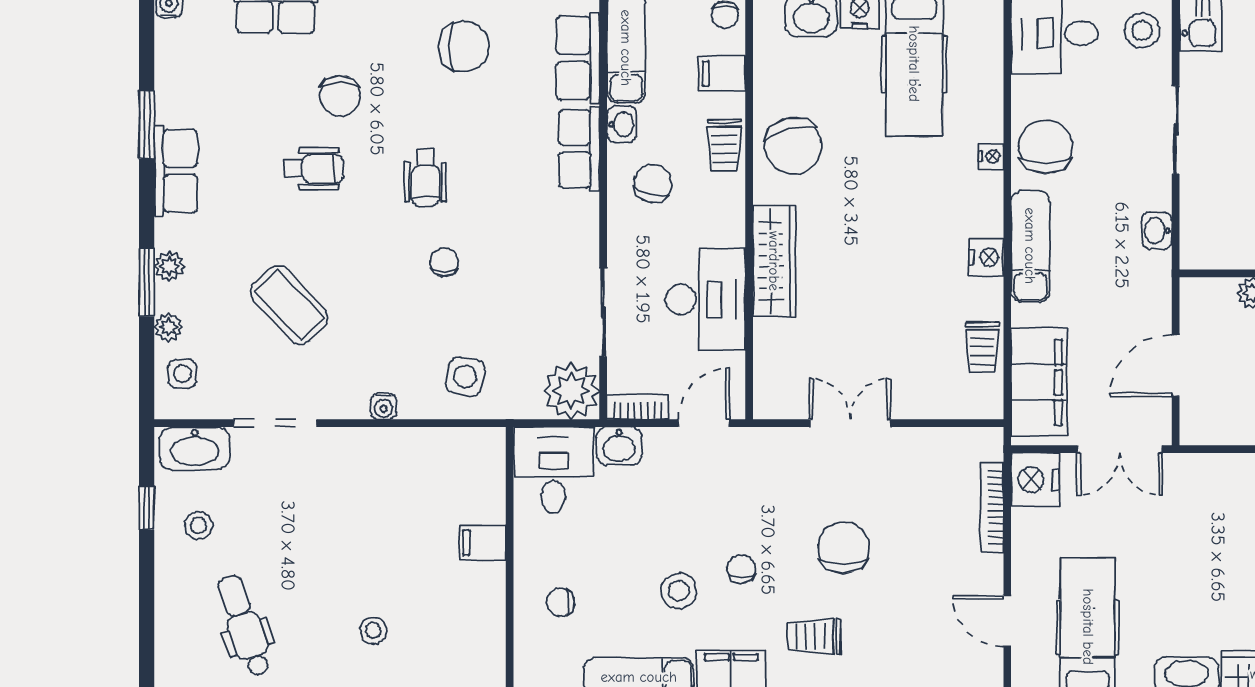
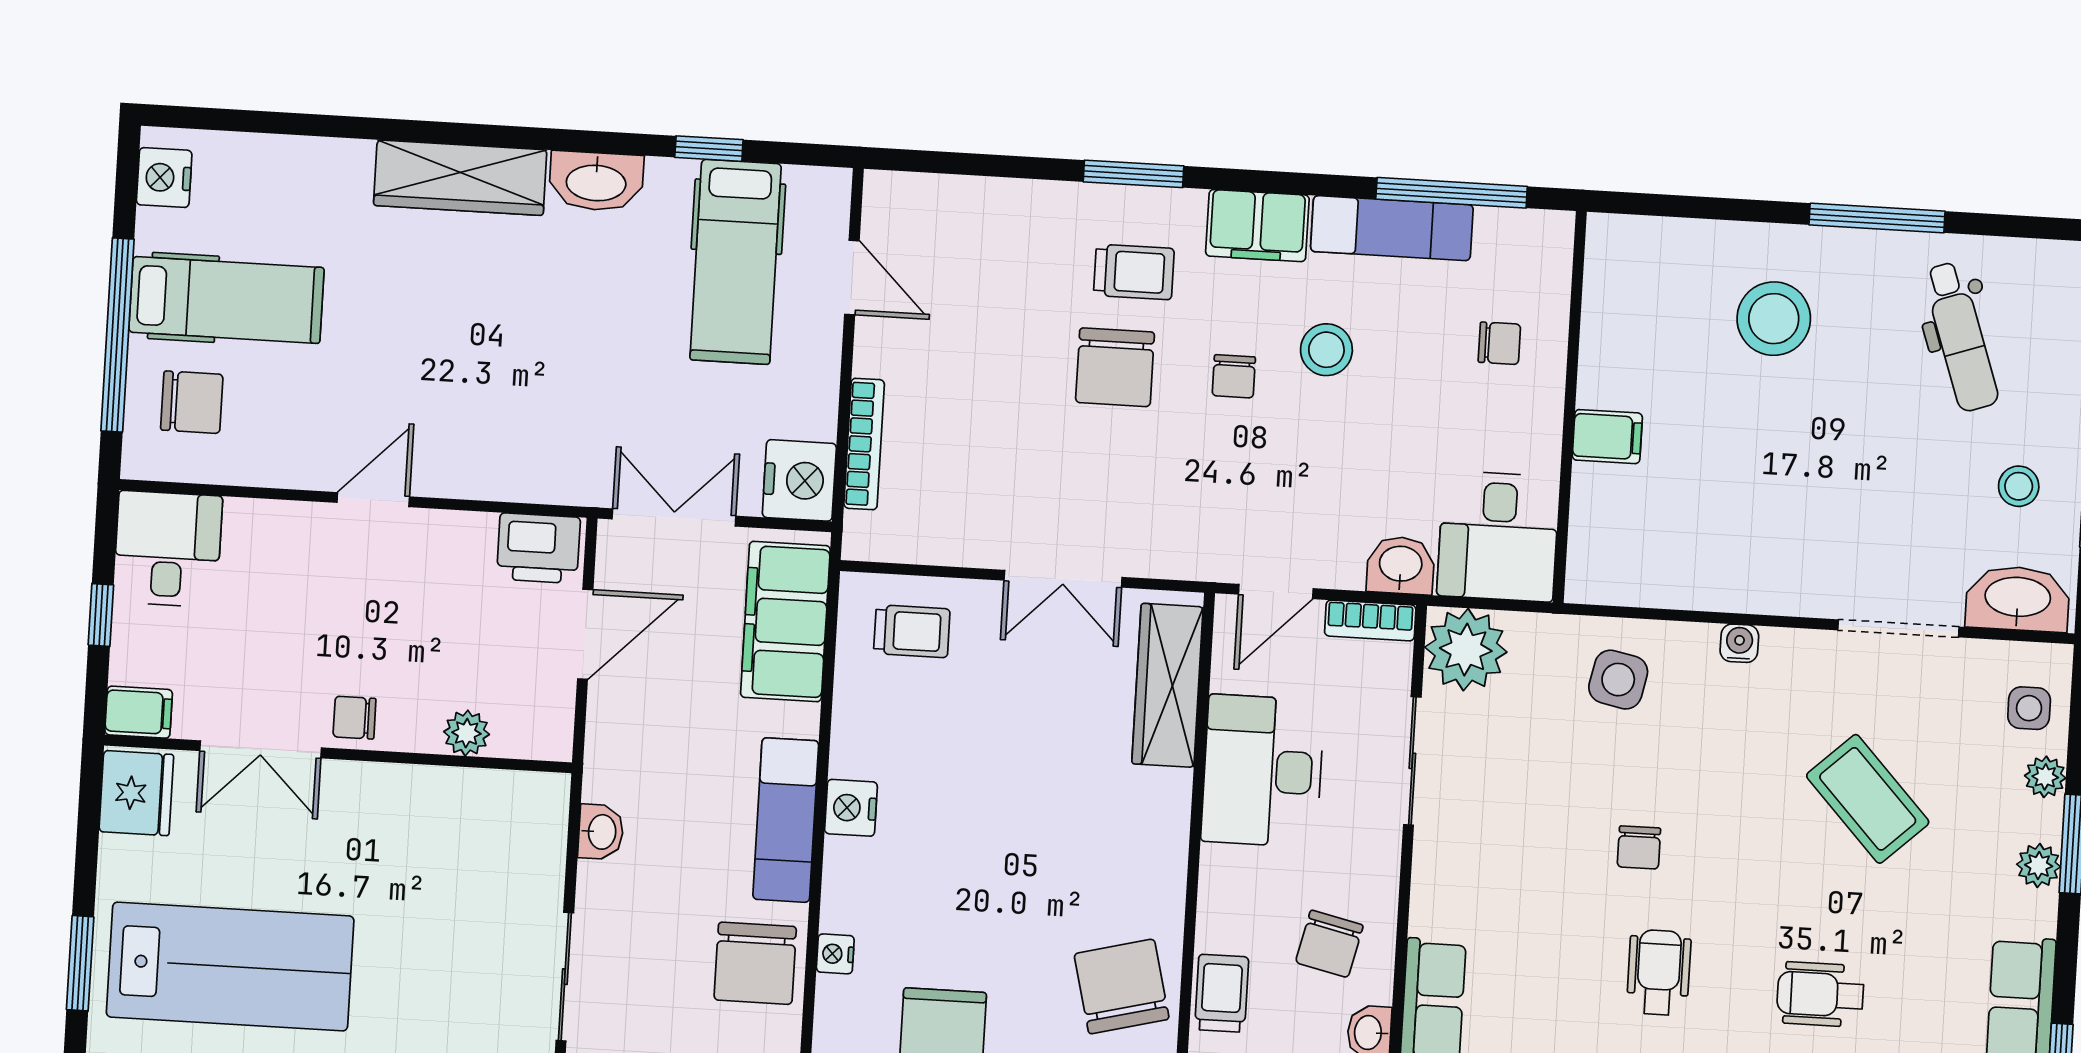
wardrobe: (774, 261) -> (1167, 685), moved
trolley: (982, 348) -> (912, 631), moved, turned 90
printer: (1211, 423) -> (538, 548), added
chair: (844, 548) -> (1115, 367), moved
stool: (373, 630) -> (1774, 319), width x1.89, depth x1.89

